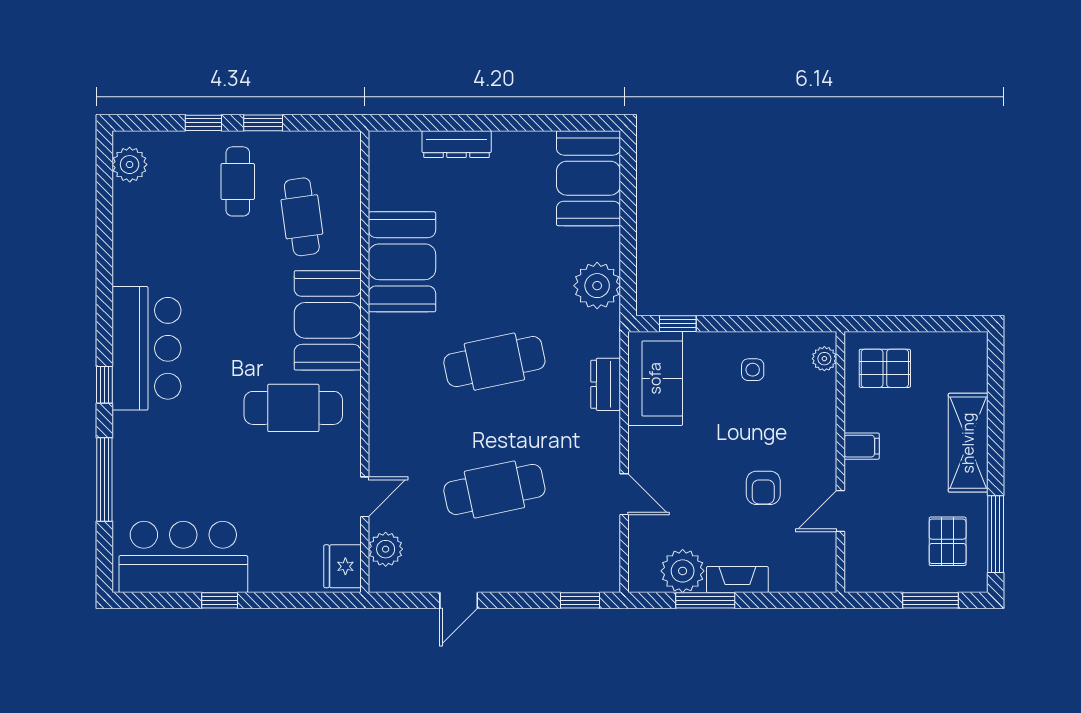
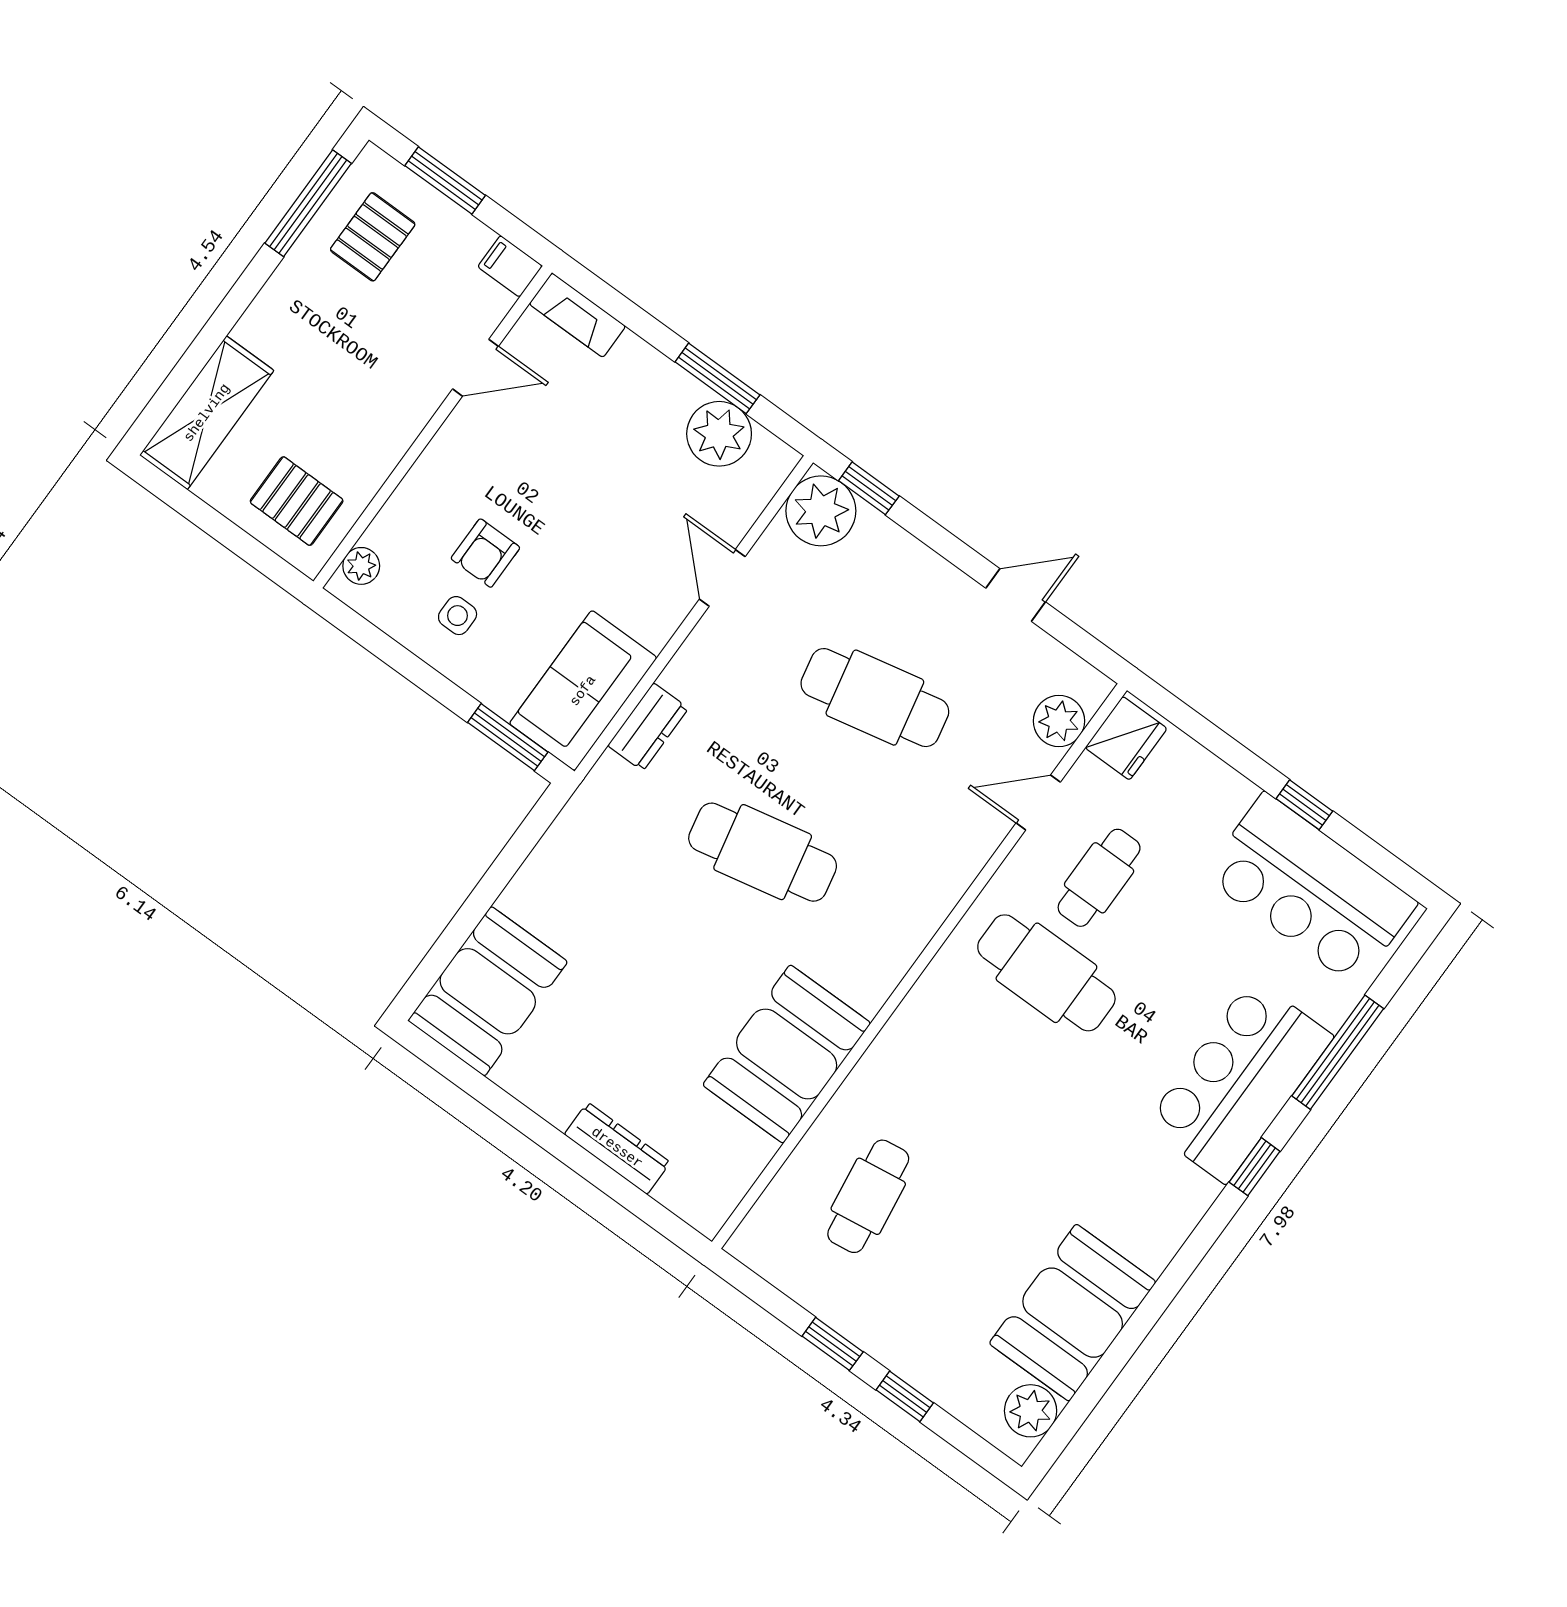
cafe table: (238, 181) -> (1099, 878), moved
plant: (597, 286) -> (821, 511), moved
booth: (328, 320) -> (1073, 1313), moved
window: (678, 324) -> (508, 737), width x1.50
bar counter: (146, 348) -> (1239, 1081), moved
shelving: (968, 443) -> (207, 413), moved
filing cabinet: (862, 446) -> (510, 266), moved
armchair: (763, 488) -> (485, 553), moved, turned 180
fireplace: (737, 579) -> (577, 315), moved

